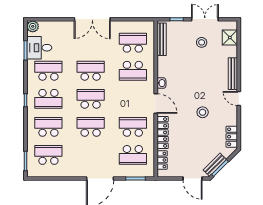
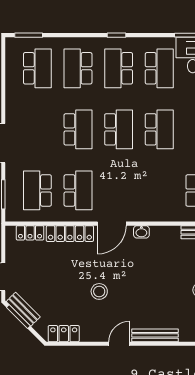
school desk: (133, 71) -> (159, 190), removed
school desk: (48, 127) -> (78, 68), turned 180

